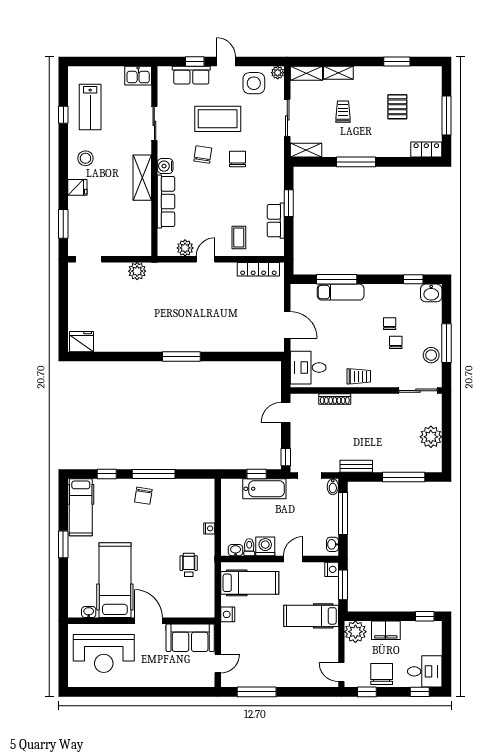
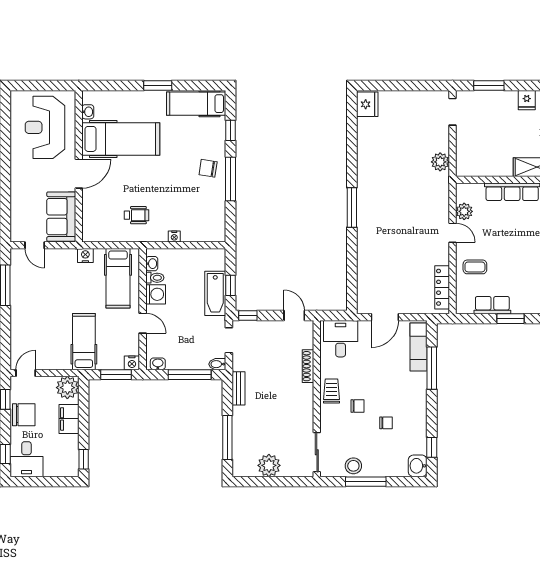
exam couch: (341, 292) -> (419, 347), moved
chair: (396, 342) -> (357, 406), moved
trolley: (359, 376) -> (331, 391), turned 180

